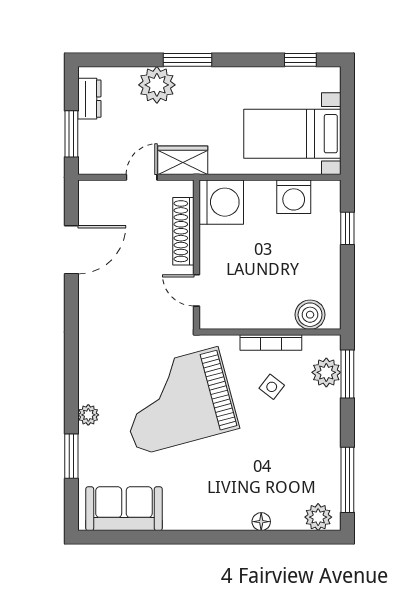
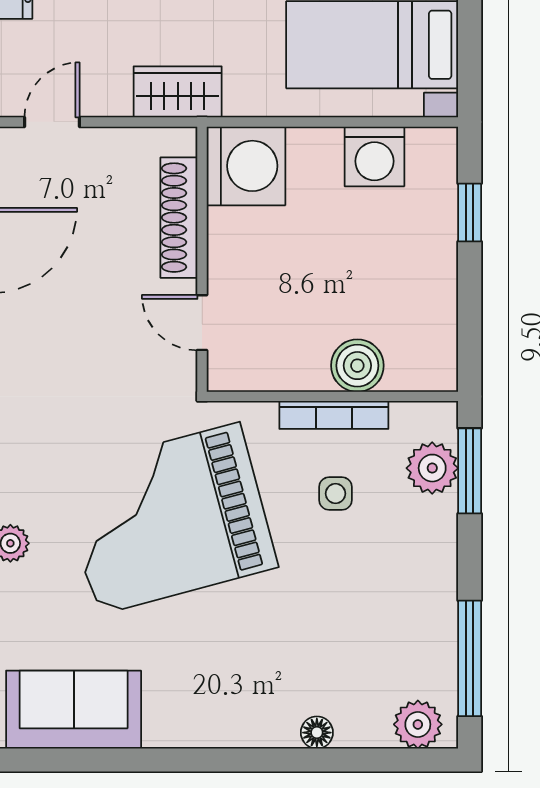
door: (142, 177) -> (52, 122), moved
boiler: (310, 315) -> (357, 366), moved
side table: (272, 387) -> (336, 494), turned -38

